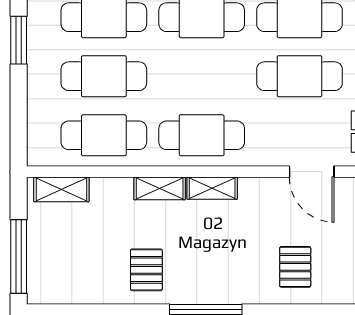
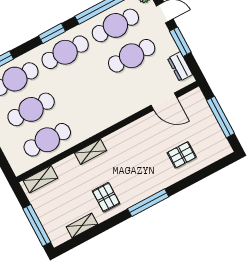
cafe table: (202, 135) -> (98, 113), removed
shelving: (212, 188) -> (82, 225), moved
pallet: (295, 267) -> (182, 155), turned 90

